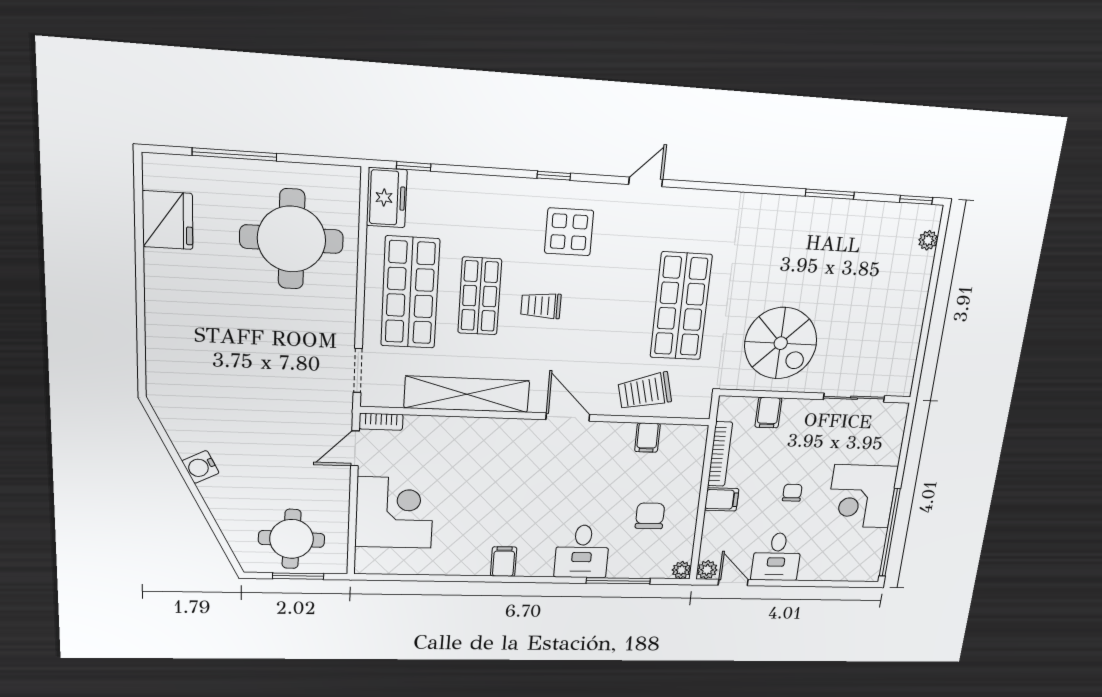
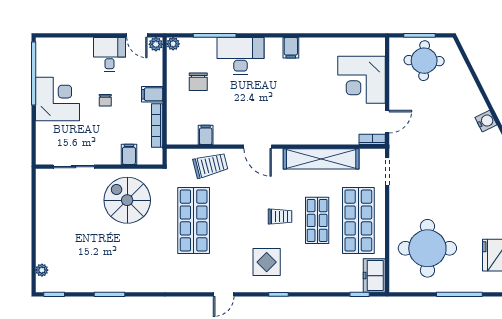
water cooler: (200, 467) -> (486, 121), moved
desk: (582, 551) -> (240, 56), width x1.37

